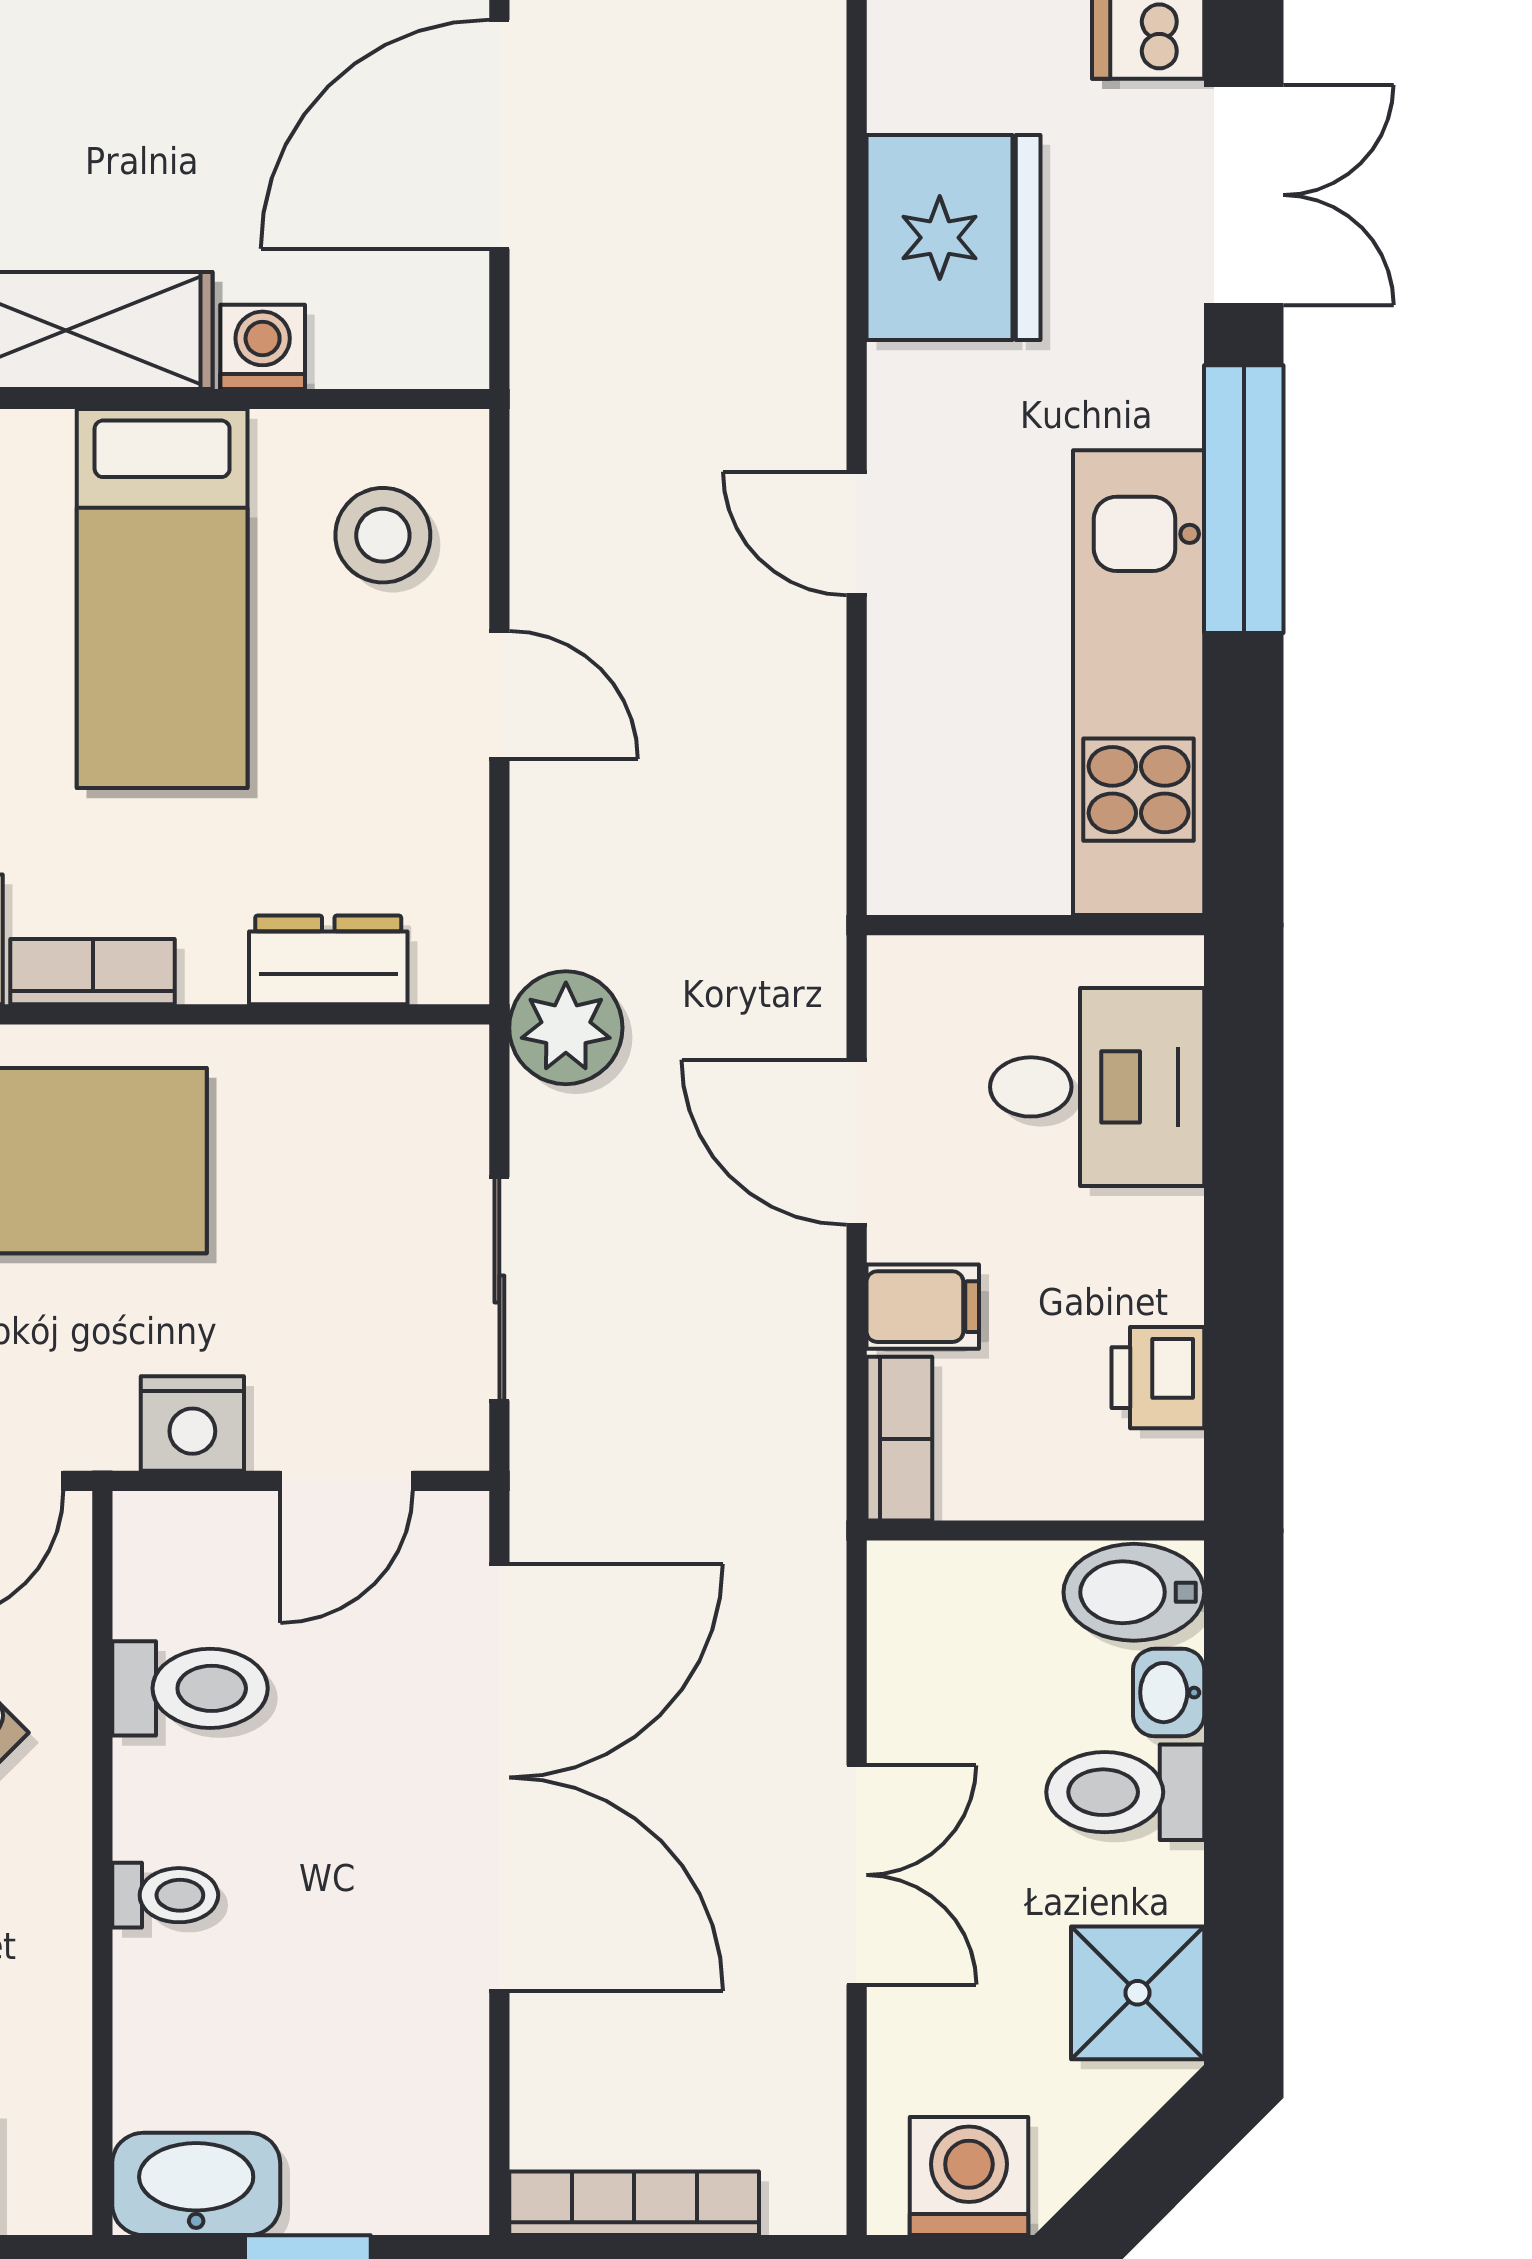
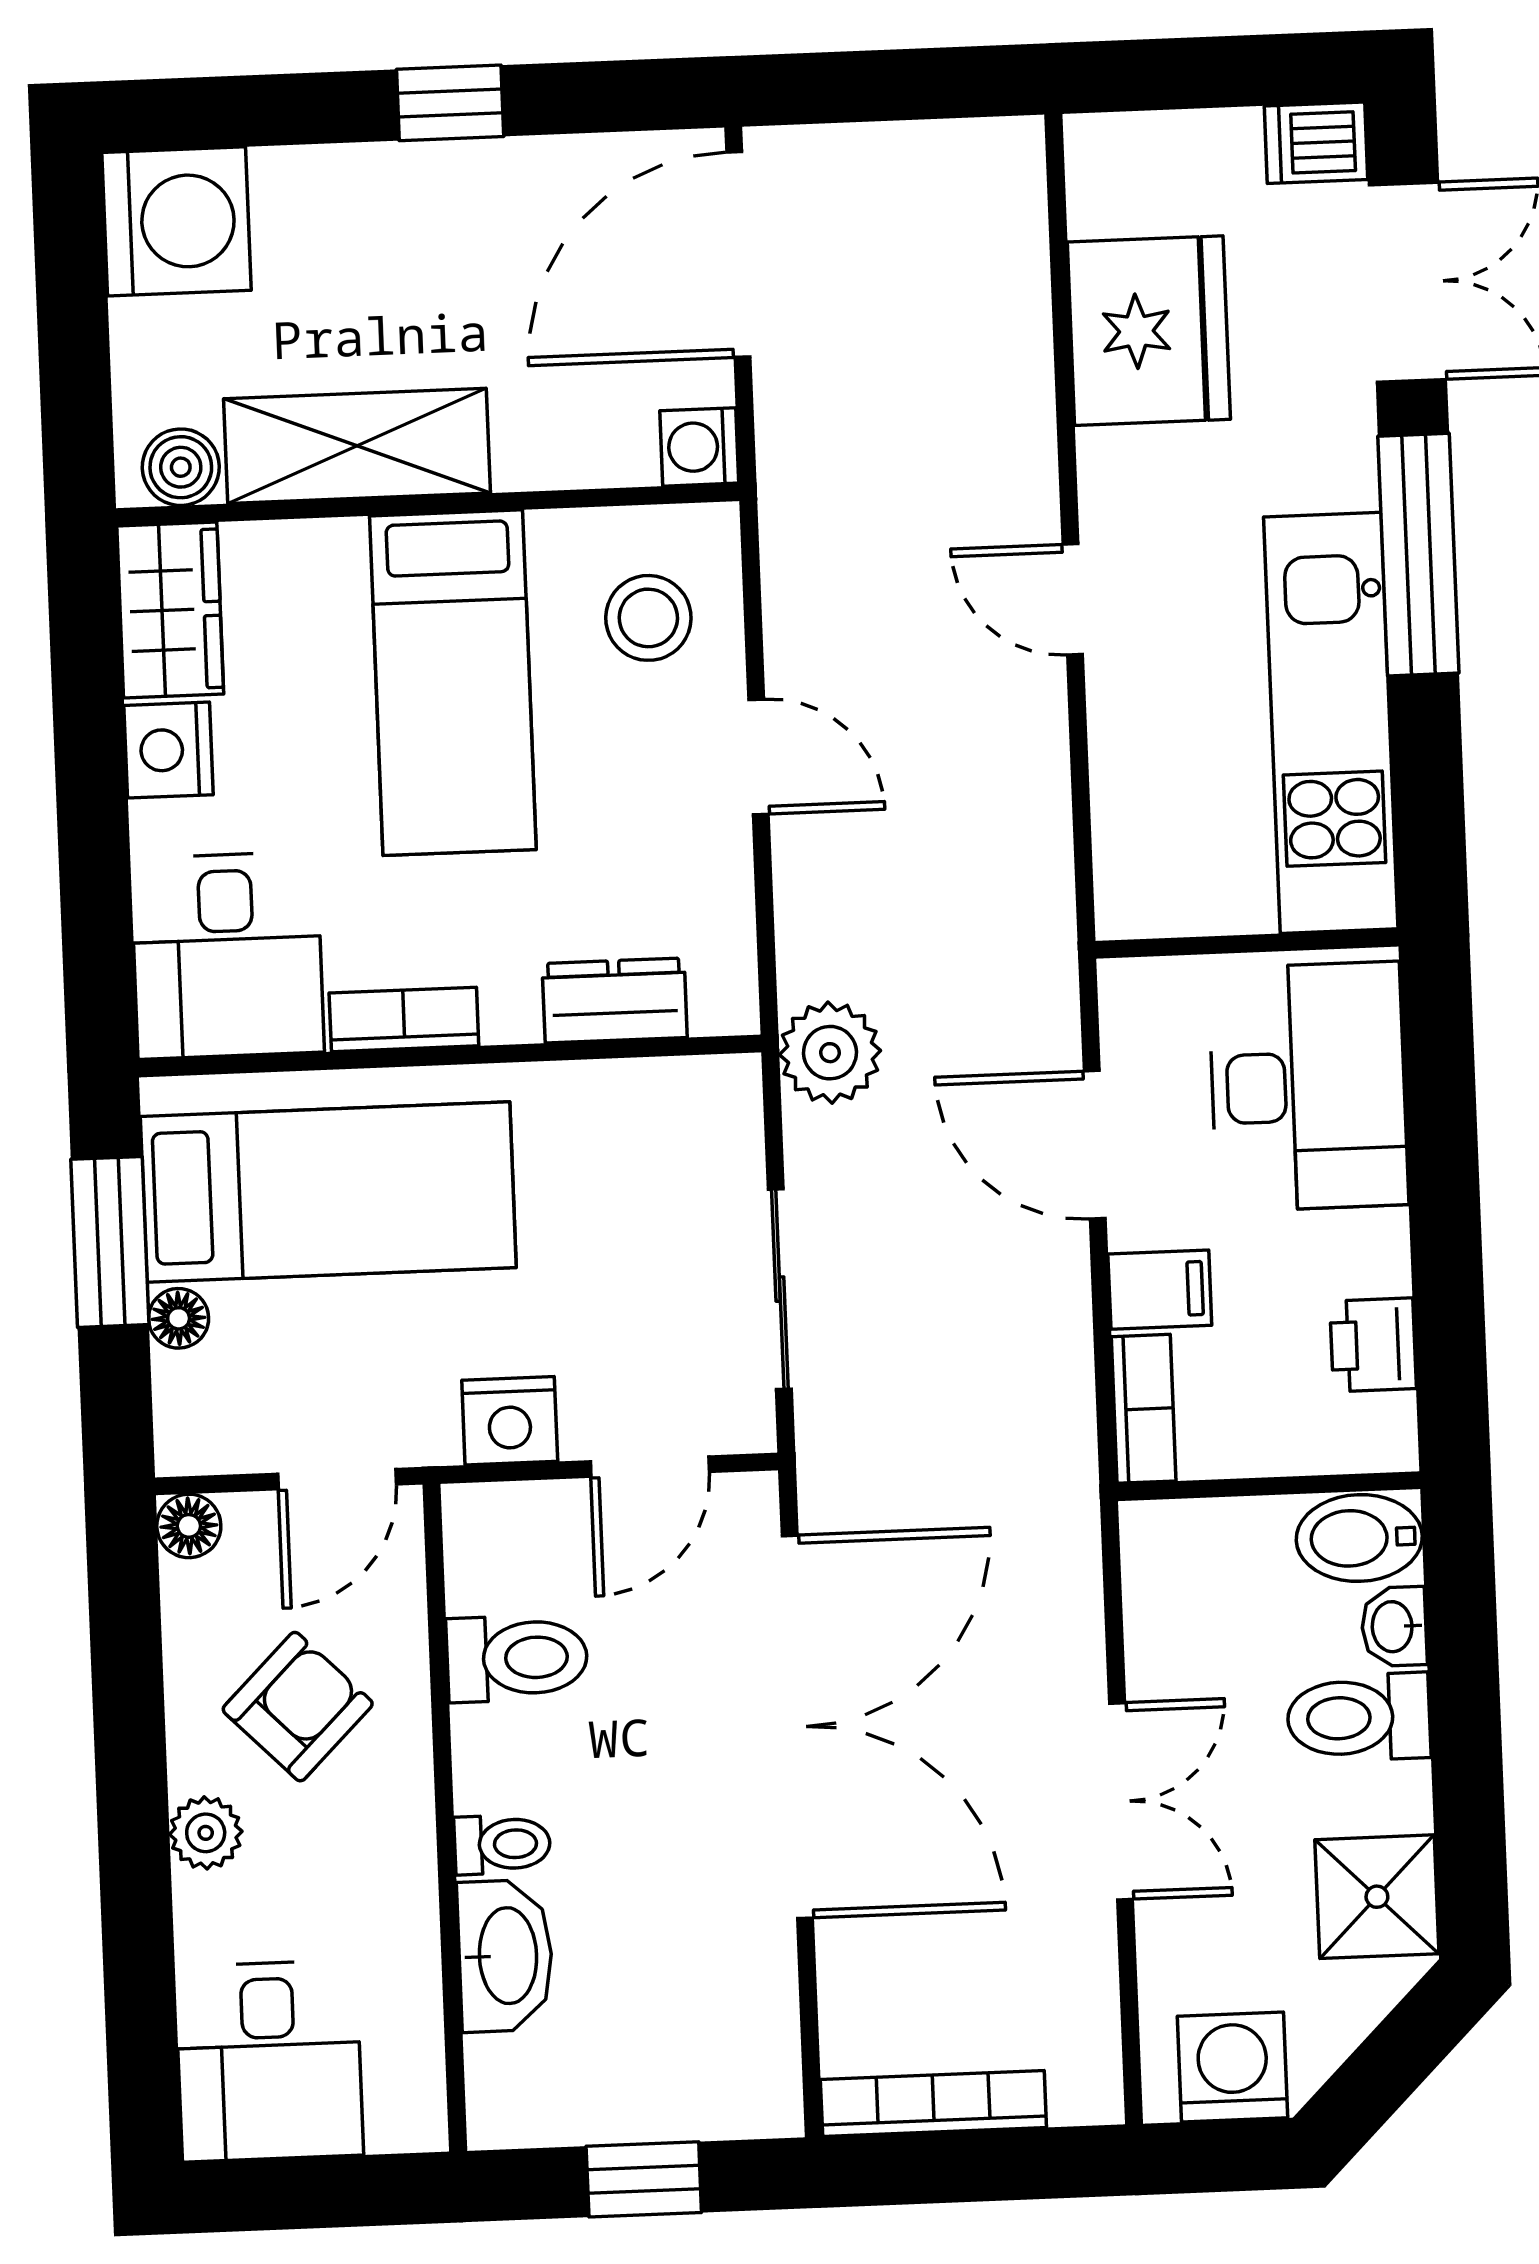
washing machine: (263, 347) -> (699, 447), moved, turned -90
desk: (1097, 1087) -> (1308, 1087), width x1.37
washbasin: (196, 2184) -> (505, 1956), moved, turned 90

